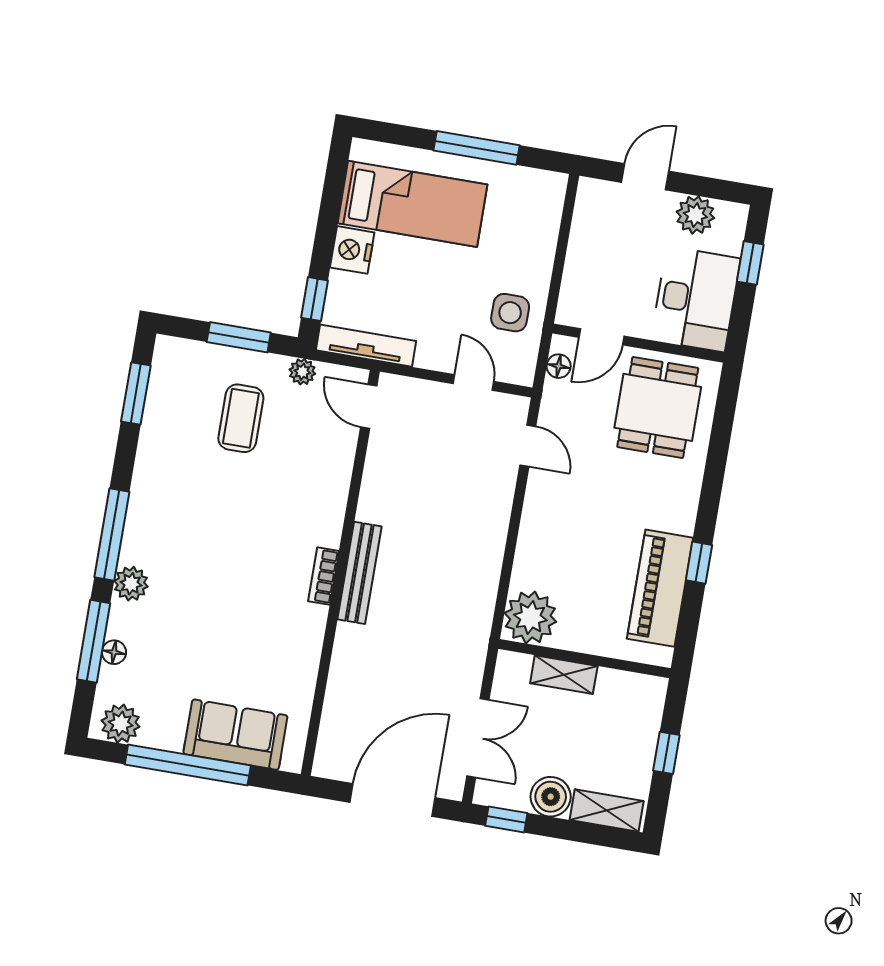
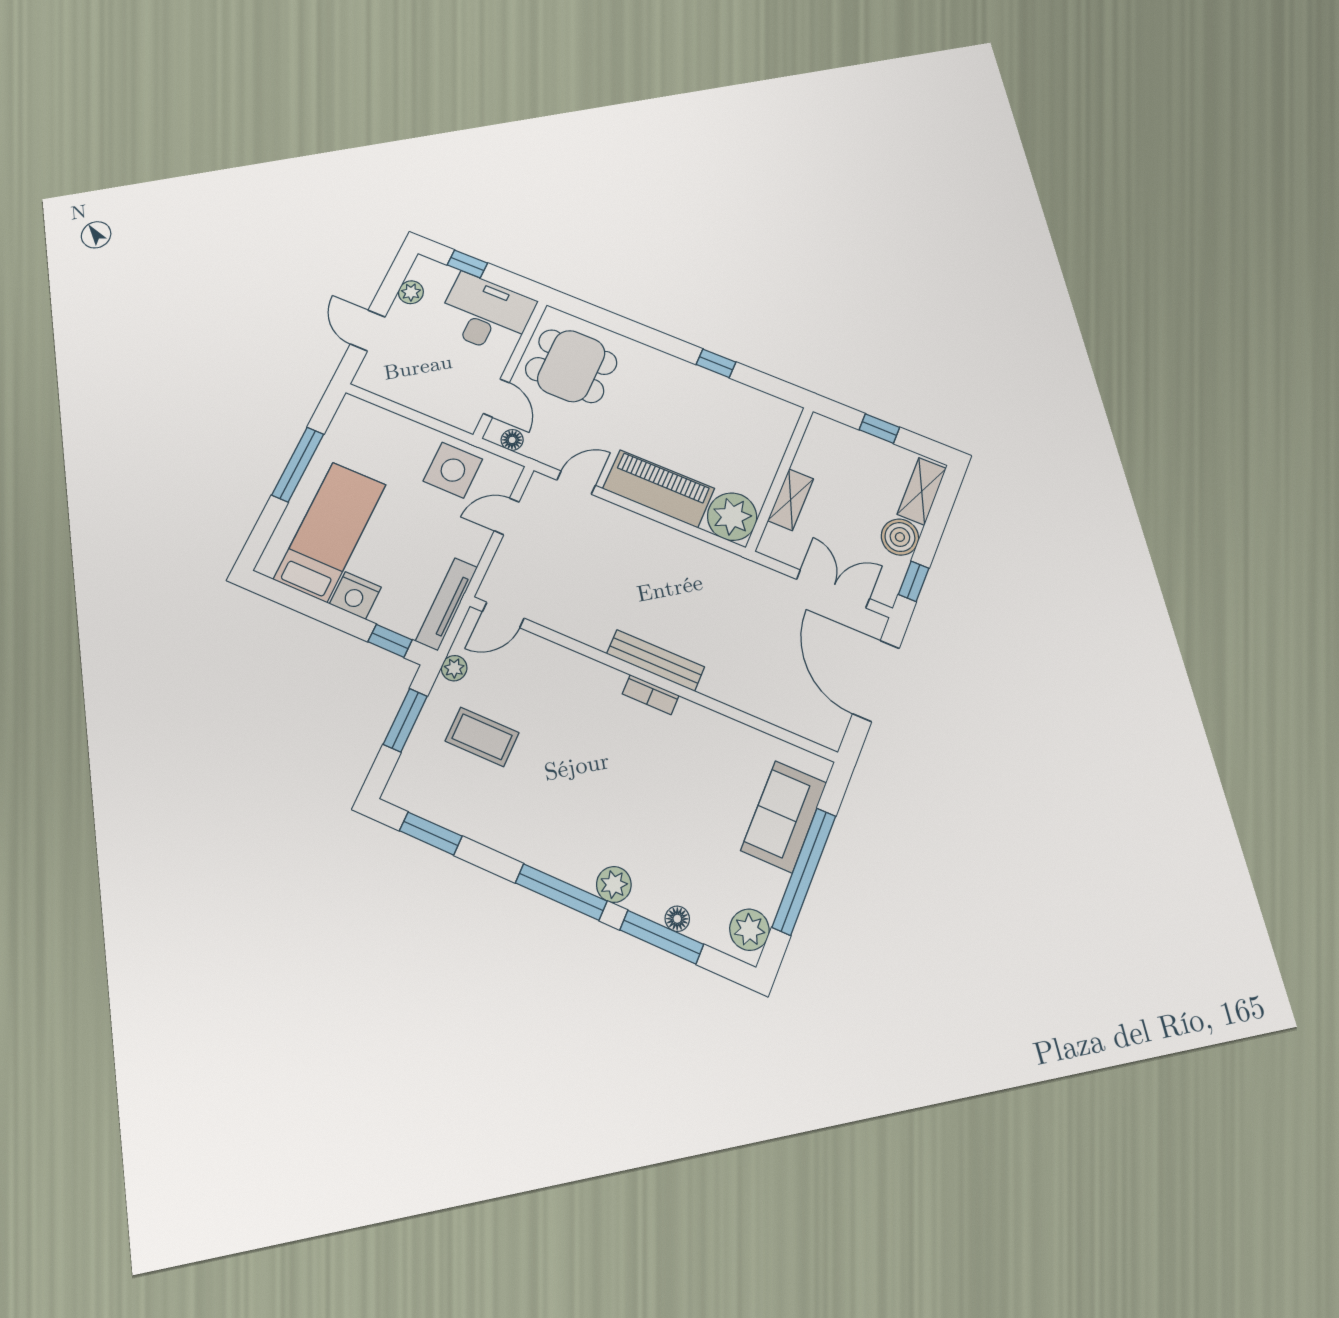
plant: (695, 215) -> (411, 292), width x0.73, depth x0.73
side table: (510, 313) -> (453, 470), width x1.37, depth x1.37
piano: (660, 588) -> (659, 489), moved, turned 180

